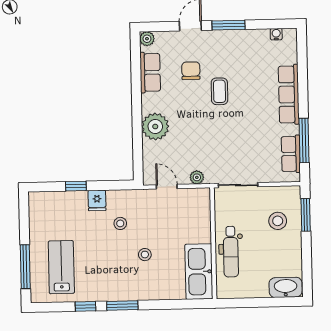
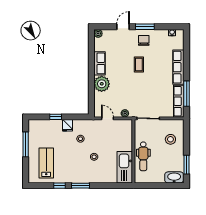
chair: (191, 71) -> (144, 40), moved
row of seats: (150, 72) -> (99, 63), moved
row of seats: (291, 154) -> (179, 101), width x1.48
window: (306, 215) -> (187, 165), moved
window: (25, 267) -> (26, 144), moved

